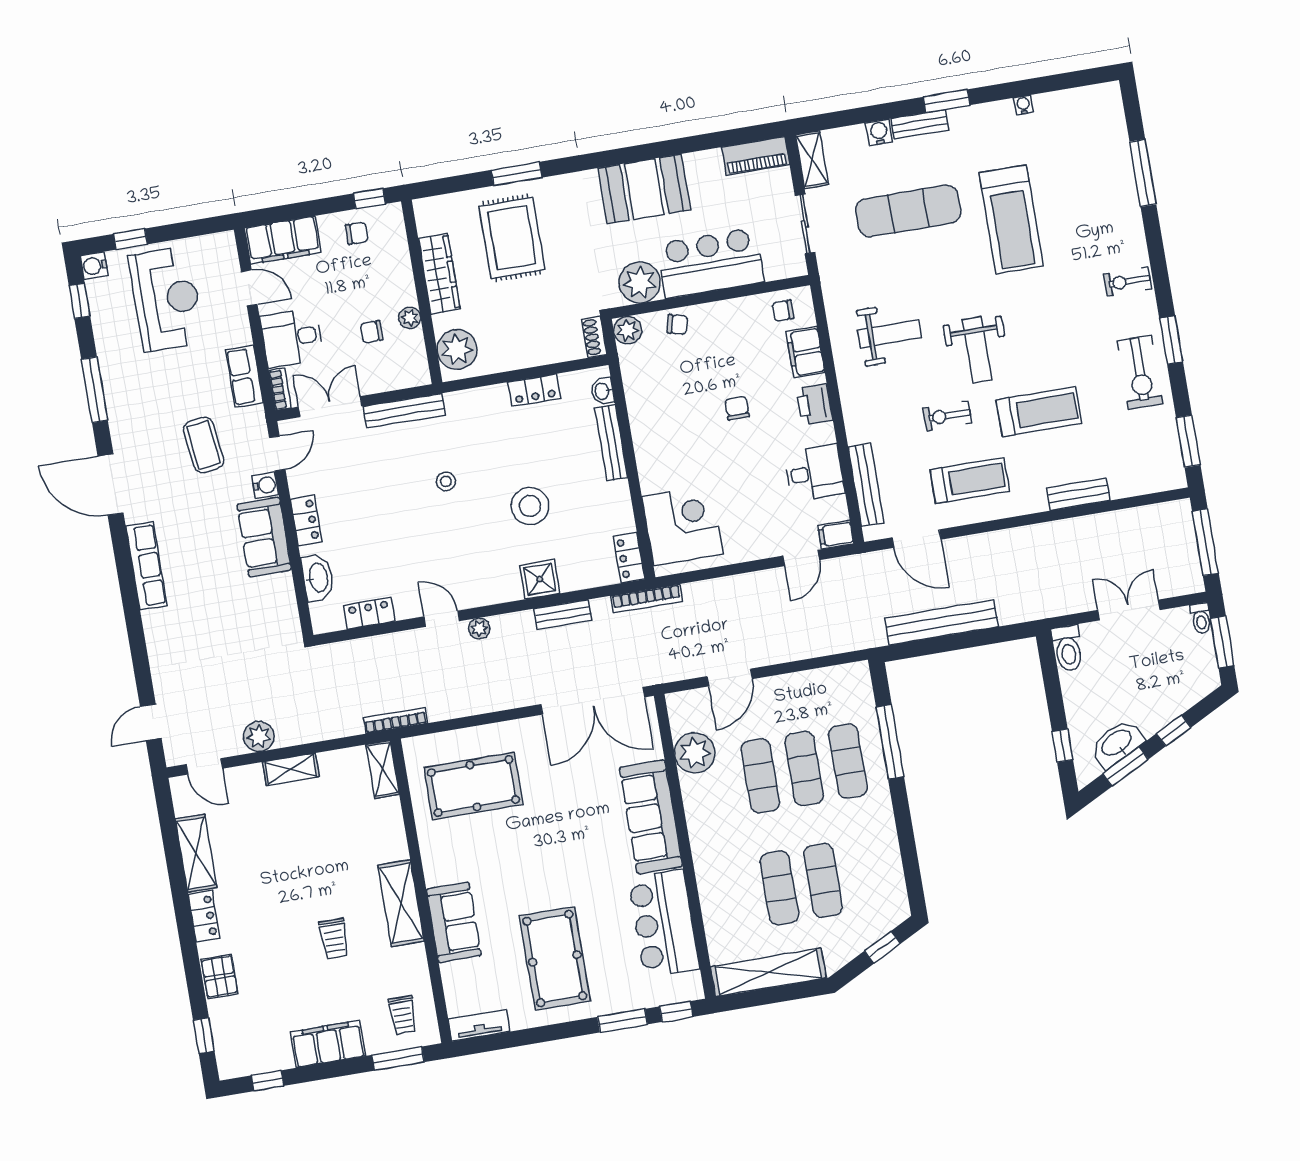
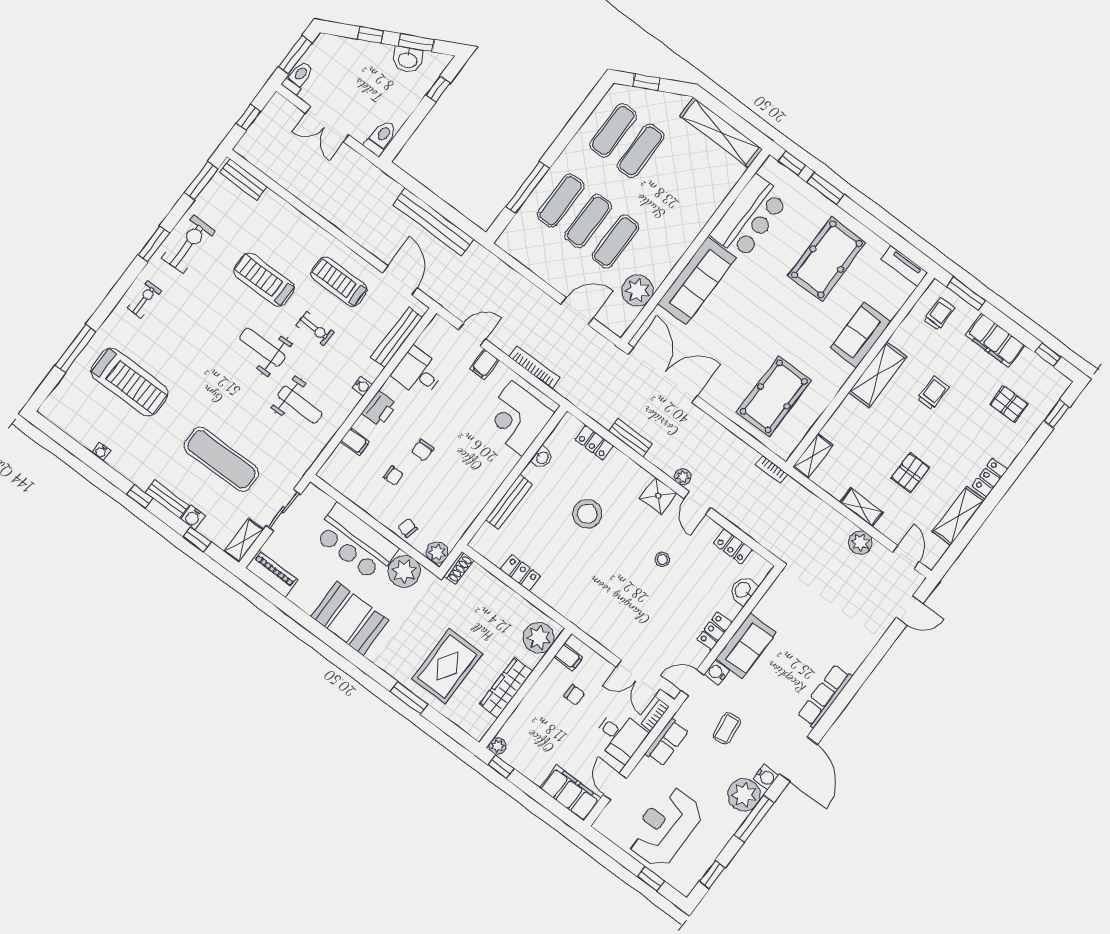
window: (947, 101) -> (140, 496), width x0.67
window: (855, 117) -> (197, 539), added
treadmill: (1011, 219) -> (129, 382), moved, turned 90
chair: (357, 233) -> (527, 755), removed
water cooler: (94, 266) -> (766, 777), moved
exercise bike: (1127, 281) -> (144, 300), turned -90
chair: (783, 311) -> (393, 476), moved
plant: (410, 318) -> (498, 746), moved
weight bench: (889, 334) -> (300, 405), turned 180
weight bench: (977, 350) -> (262, 347), turned -90
filing cabinet: (805, 352) -> (355, 442), width x0.50
filing cabinet: (412, 360) -> (568, 657), added
washbasin: (602, 391) -> (542, 458), moved
plant: (126, 402) -> (744, 795), added
water cooler: (851, 409) -> (362, 386), added
bench: (404, 411) -> (601, 635), removed
coffee table: (204, 445) -> (727, 728), width x0.73, depth x0.77
stool: (446, 481) -> (662, 559), moved
bench: (1078, 494) -> (243, 180), moved
filing cabinet: (836, 534) -> (484, 364), moved, turned 90
window: (1205, 542) -> (248, 117), width x0.46
locker: (629, 558) -> (594, 443), moved, turned 90
washbasin: (318, 578) -> (743, 590), width x0.72
shower: (540, 579) -> (658, 496), moved
bookcase: (647, 599) -> (534, 367), moved
toilet: (1201, 618) -> (298, 77), width x1.37, depth x1.39
bookcase: (396, 721) -> (772, 469), width x0.64
washbasin: (1117, 743) -> (408, 60), width x0.72
pool table: (473, 786) -> (774, 396), turned 90
pallet: (280, 846) -> (910, 473), added
exercise mat: (779, 888) -> (613, 130), moved
pallet: (219, 976) -> (1009, 404), moved, turned 90

